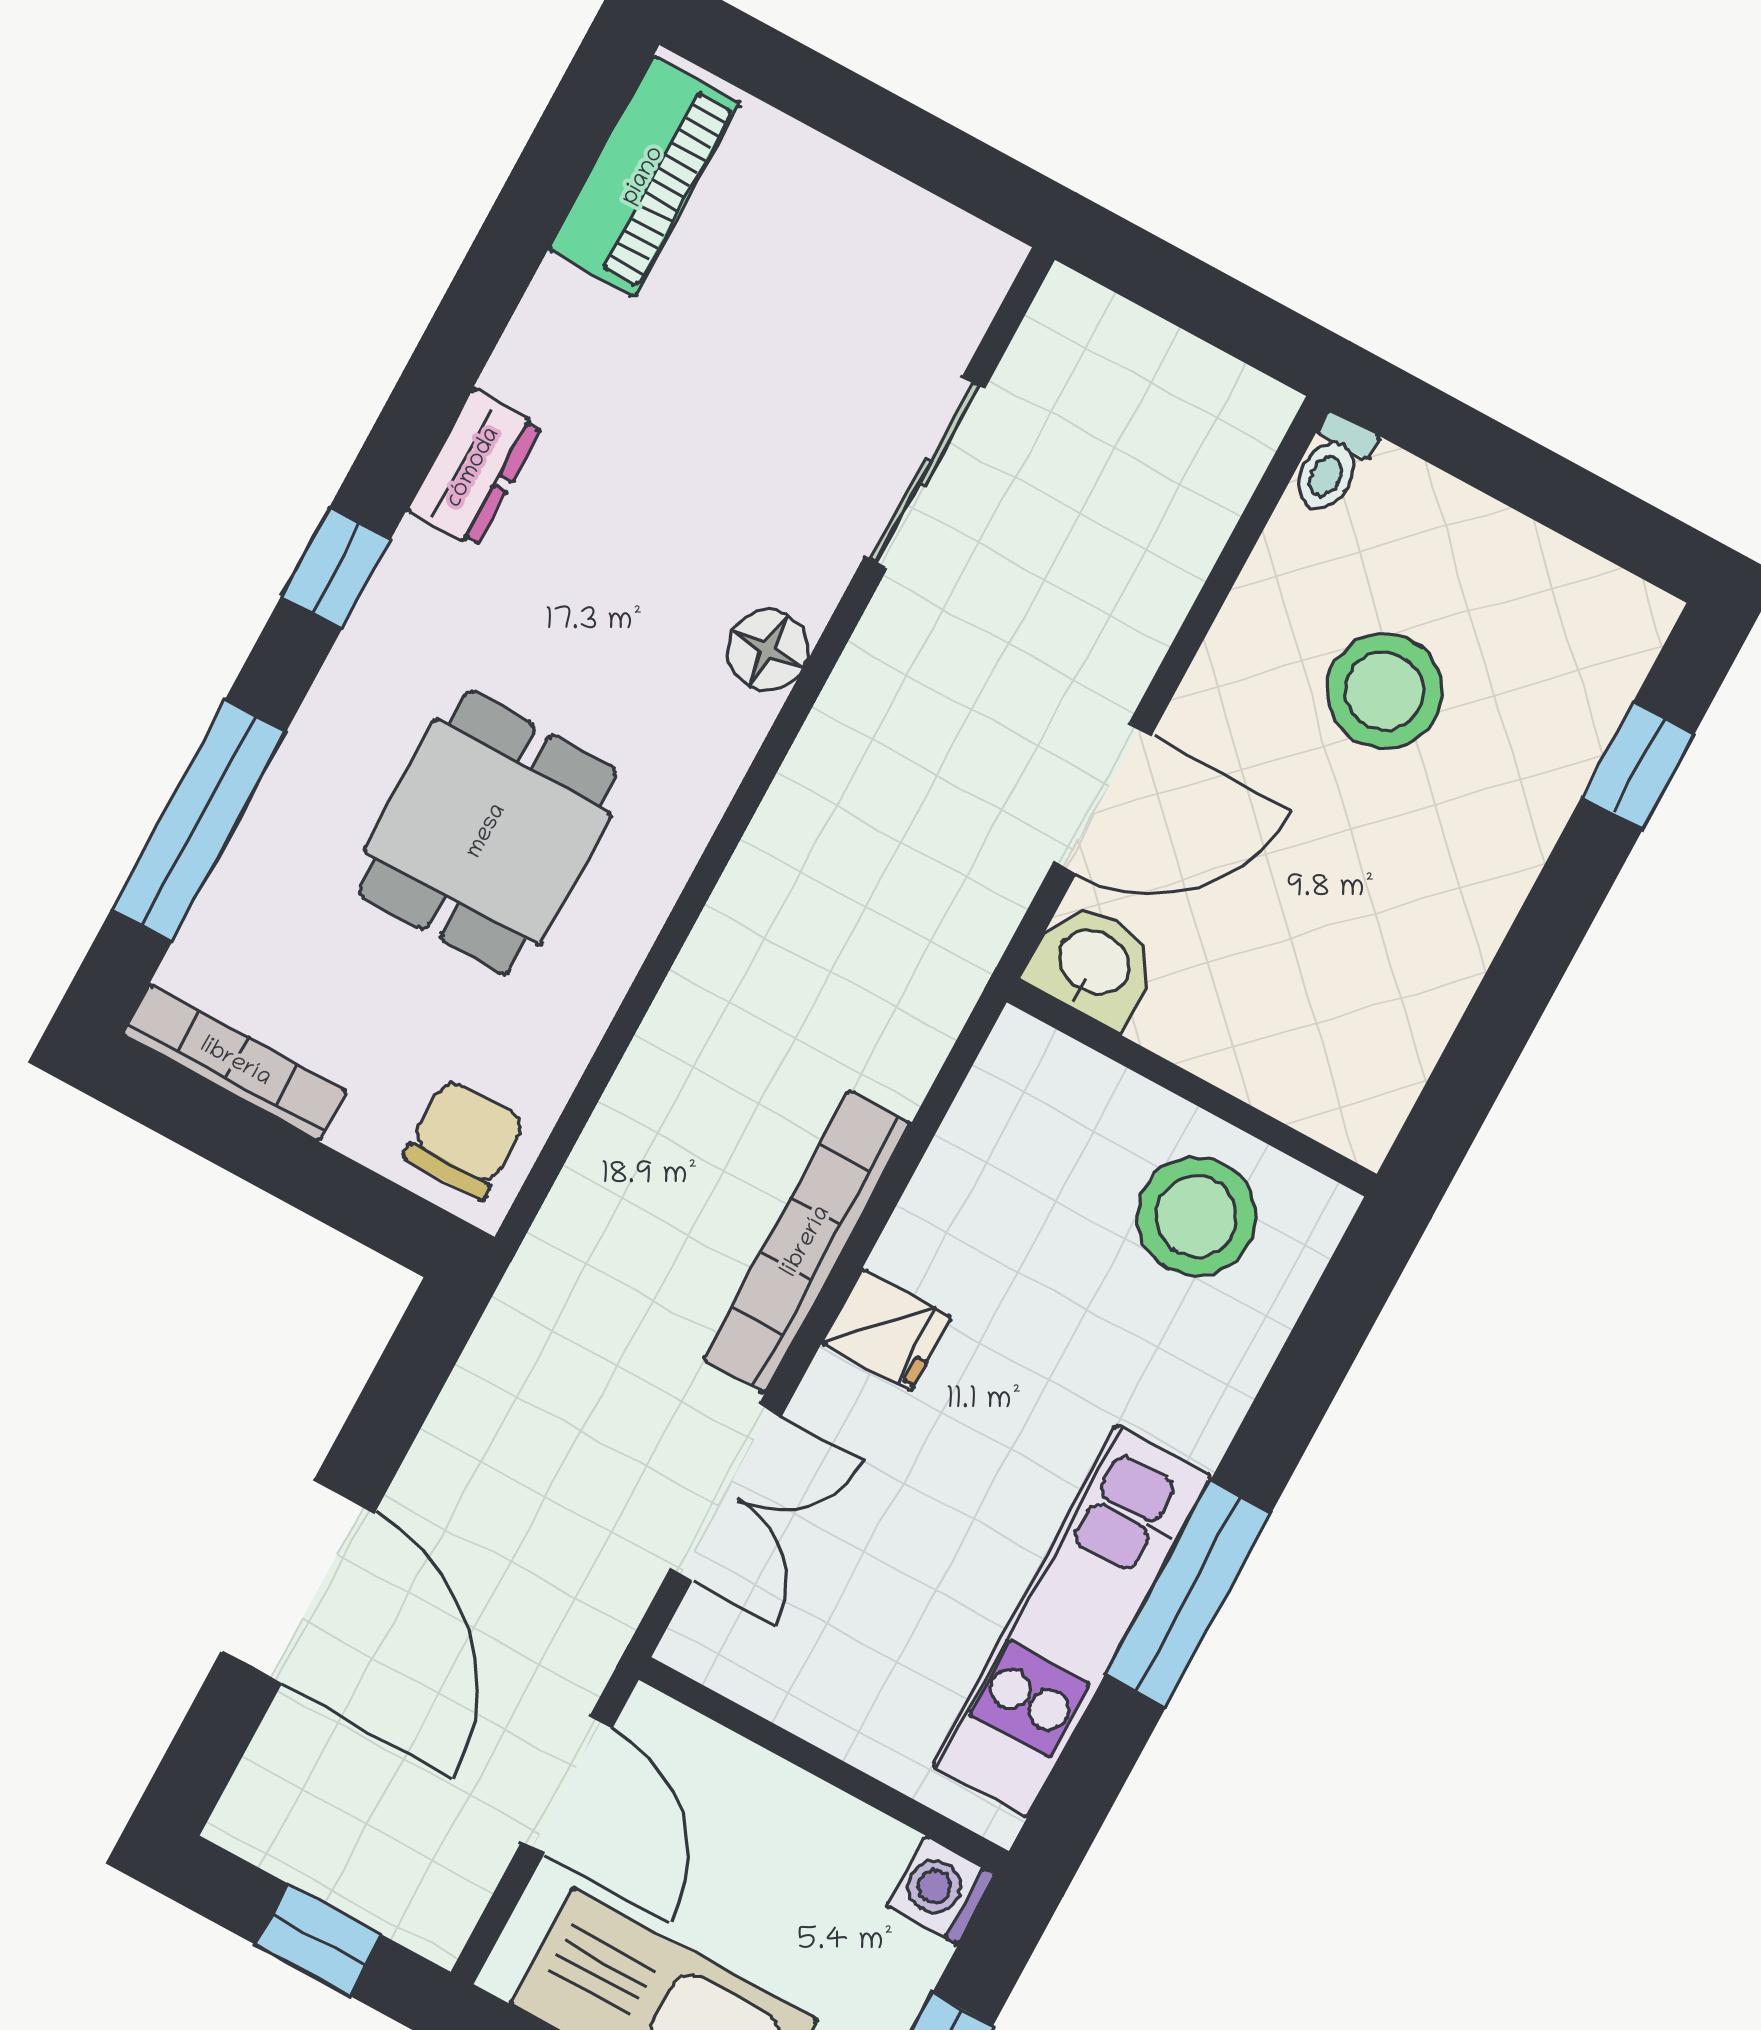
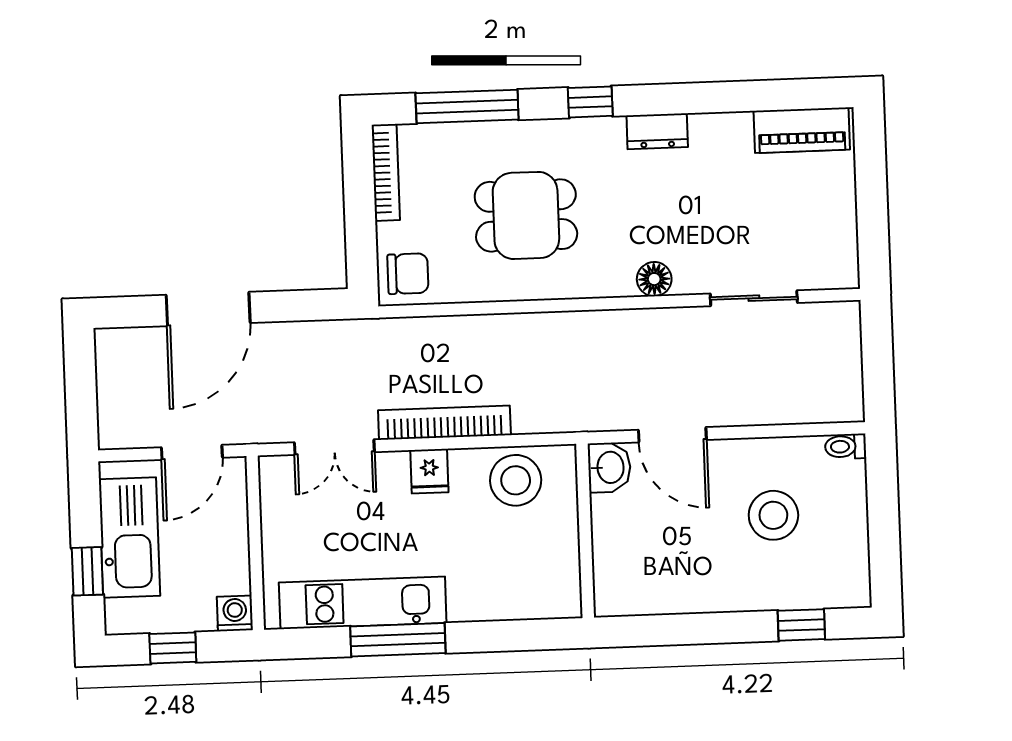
stool: (1197, 1216) -> (516, 480), moved
window: (319, 1940) -> (81, 395), removed

